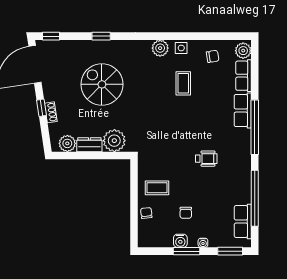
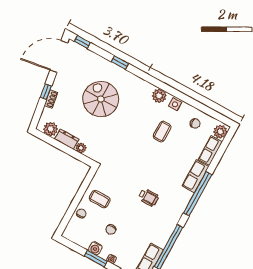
plant: (114, 141) -> (81, 148), width x0.53, depth x0.53

